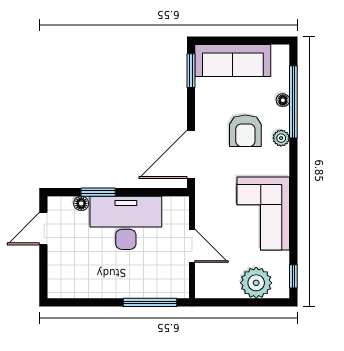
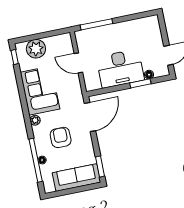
plant: (281, 138) -> (35, 120), moved

